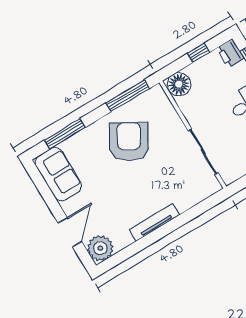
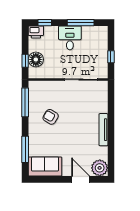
window: (198, 53) -> (25, 61), moved
floor lamp: (179, 84) -> (36, 59), moved
armchair: (129, 142) -> (51, 117), width x0.53, depth x0.53

